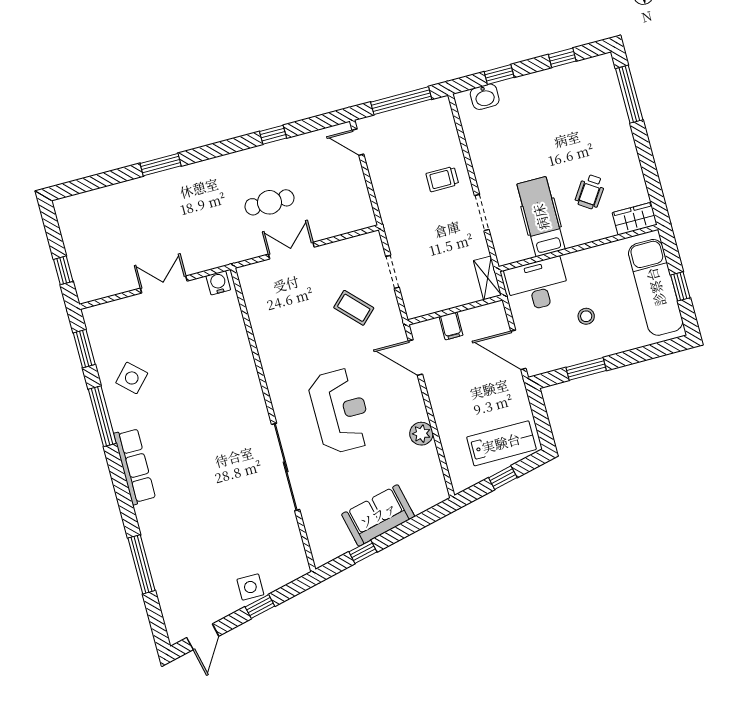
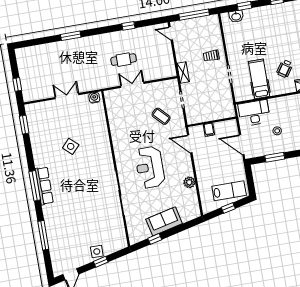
shelving: (487, 278) -> (183, 73), moved
side table: (132, 378) -> (71, 146), moved
reception desk: (340, 411) -> (150, 167), turned 180
window: (102, 416) -> (35, 186), moved

